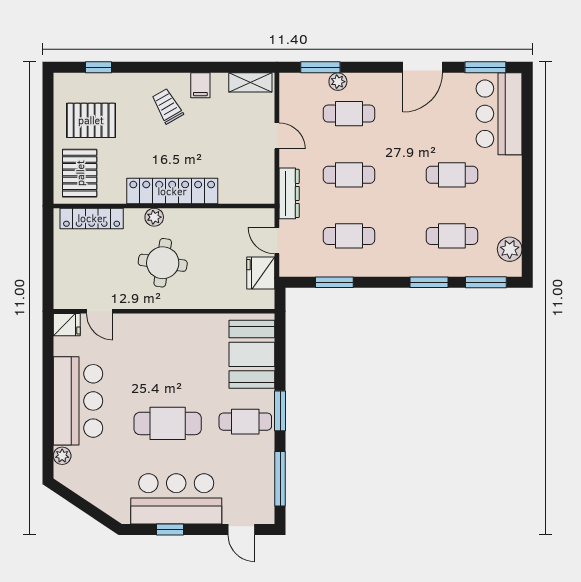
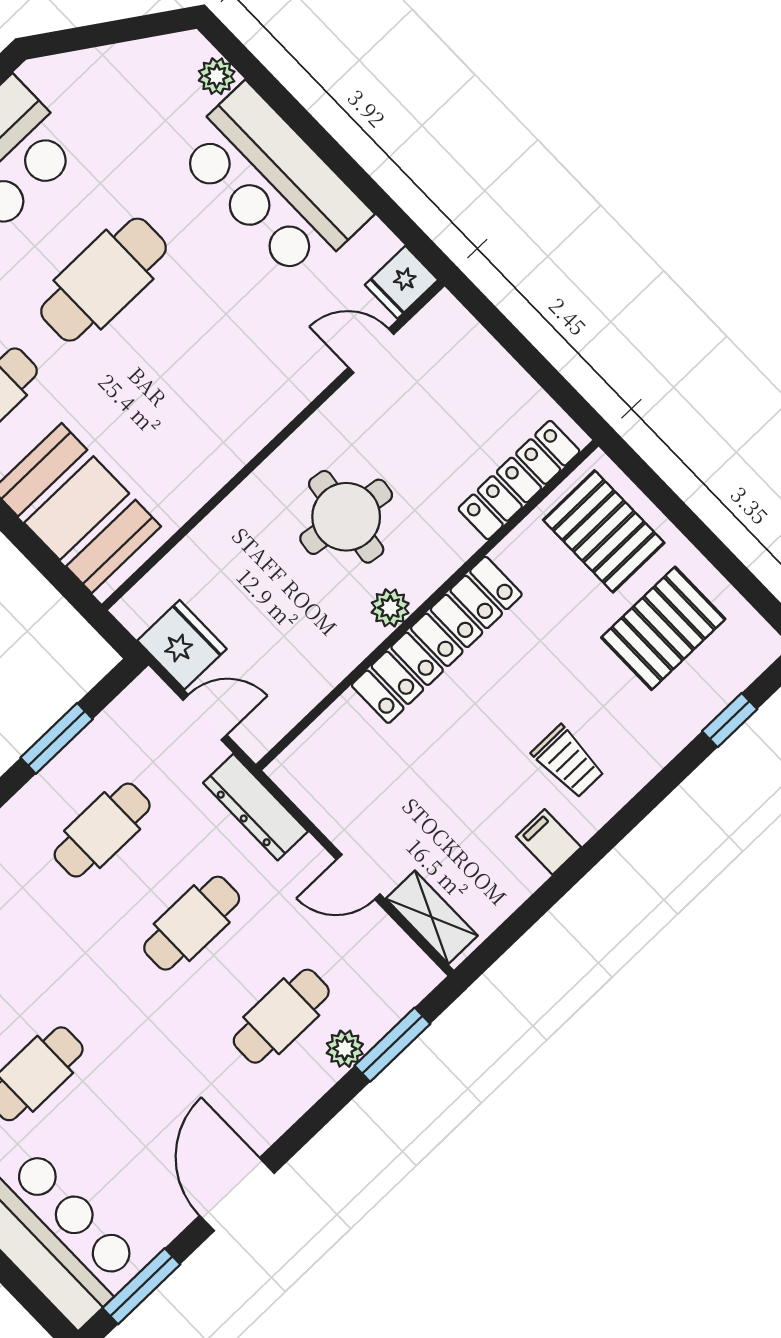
shelving: (250, 82) -> (432, 917), moved, turned 90
trolley: (167, 106) -> (568, 762), turned 30
plant: (154, 217) -> (390, 608), moved

